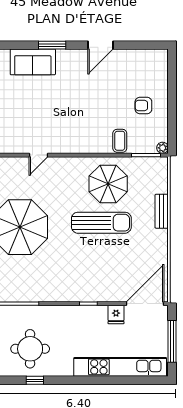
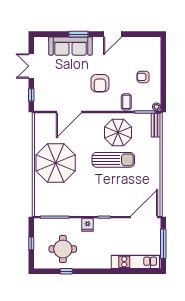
sofa: (33, 62) -> (70, 46), width x1.36
armchair: (83, 114) -> (100, 83), added
door: (38, 155) -> (69, 112), width x1.88
bench: (162, 211) -> (156, 125), moved
fridge: (116, 315) -> (88, 225), moved
kitchen unit: (120, 367) -> (135, 262), width x0.73

